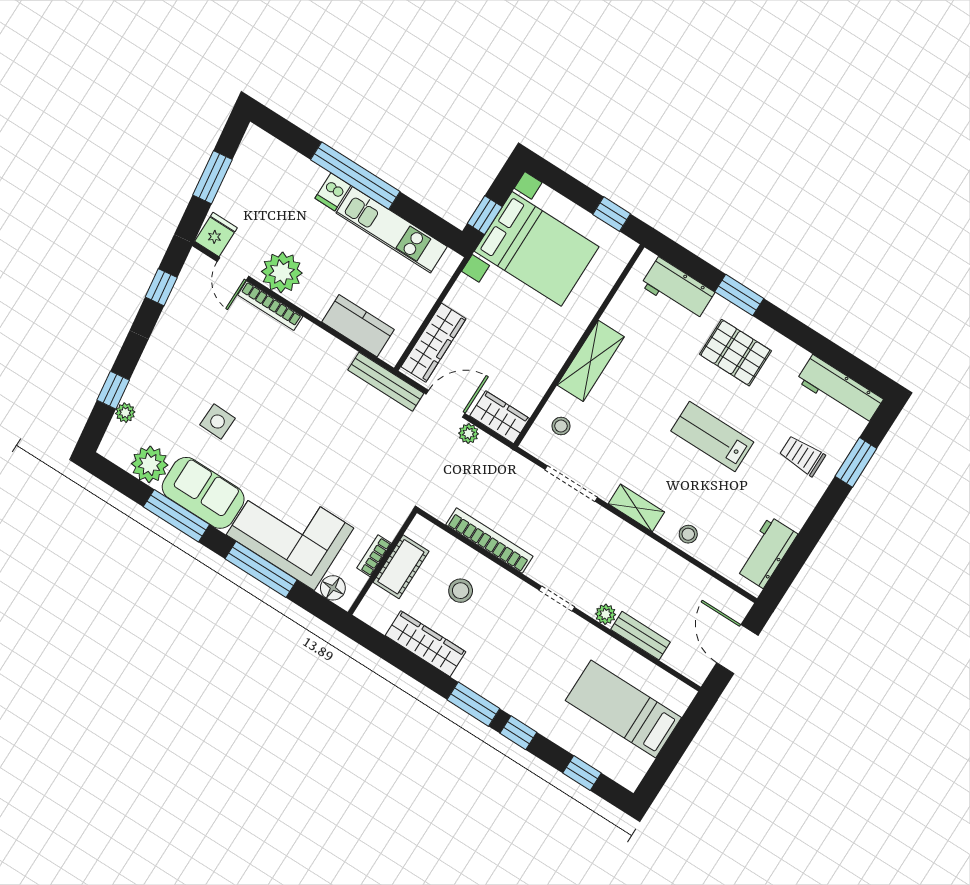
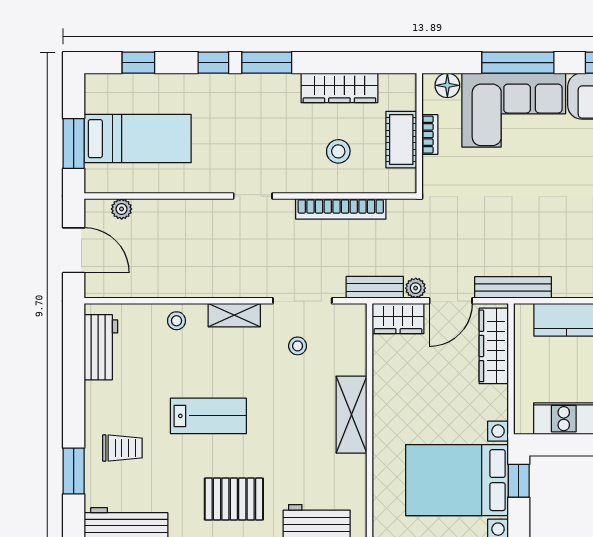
stool: (561, 426) -> (298, 346), moved
plant: (606, 614) -> (122, 209), moved
bench: (640, 636) -> (375, 287), moved
window: (680, 739) -> (74, 144), added

